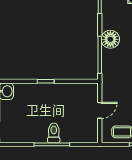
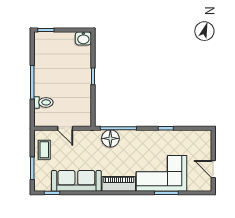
floor lamp: (110, 39) -> (110, 138), moved
toilet: (54, 133) -> (43, 102), moved

